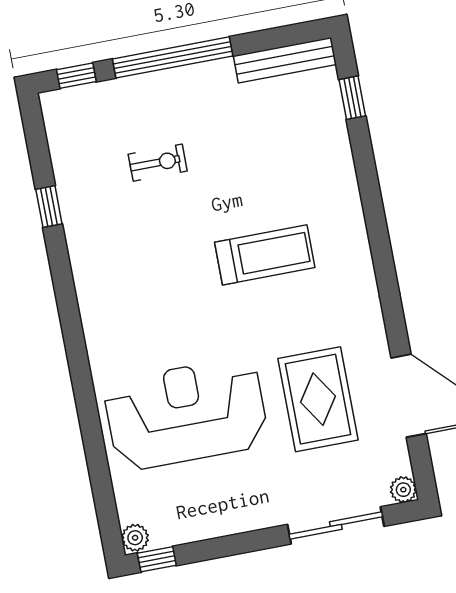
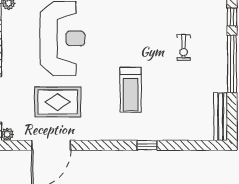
window: (352, 98) -> (147, 145), moved

